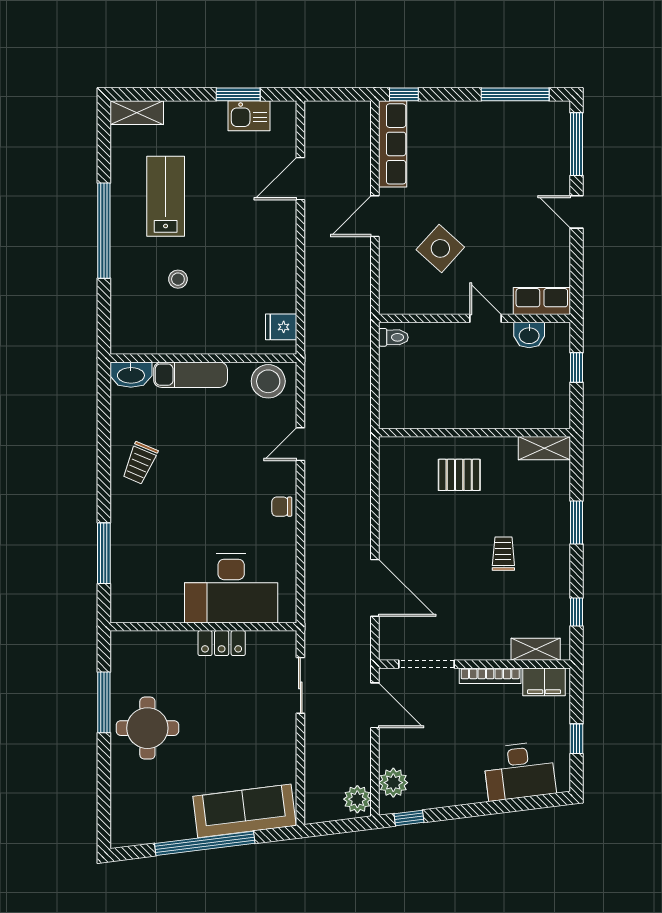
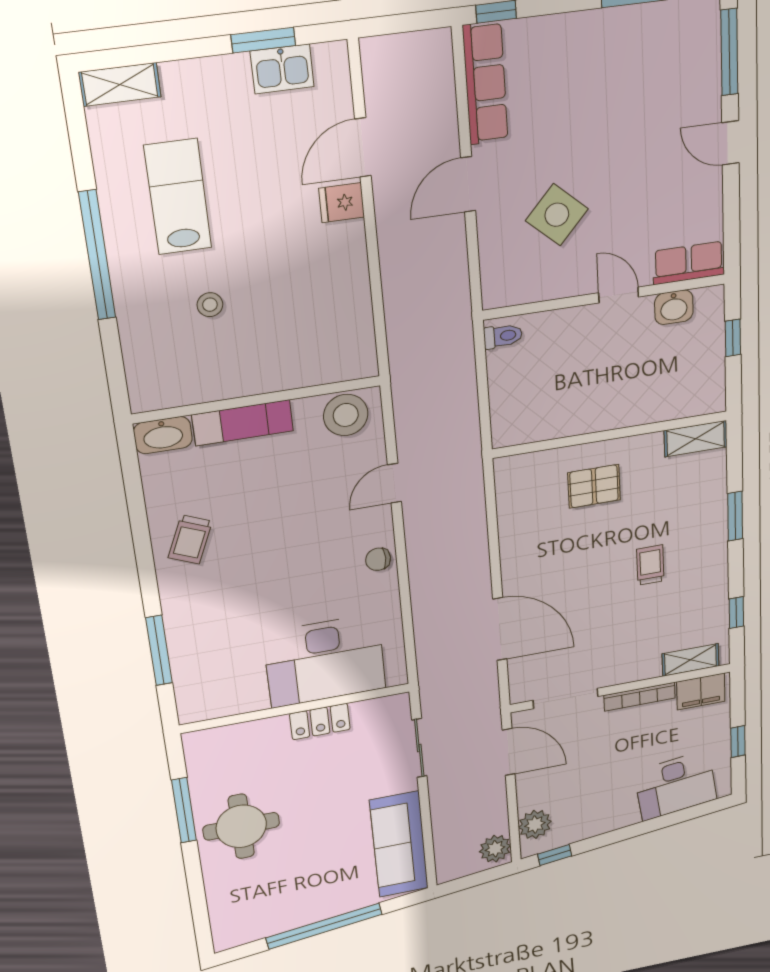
fridge: (281, 327) -> (342, 203), moved
sofa: (244, 811) -> (399, 844), moved, turned -83

